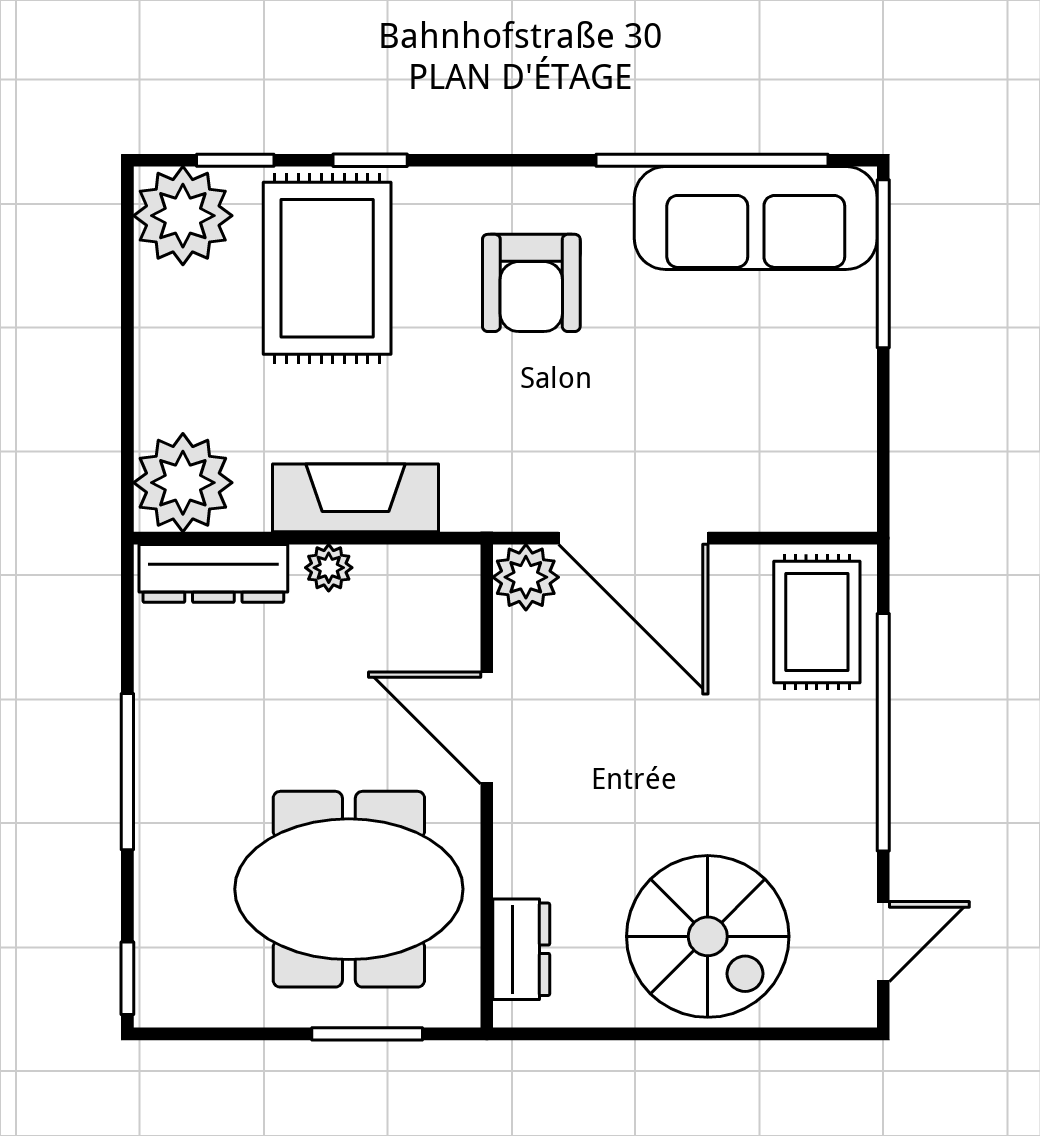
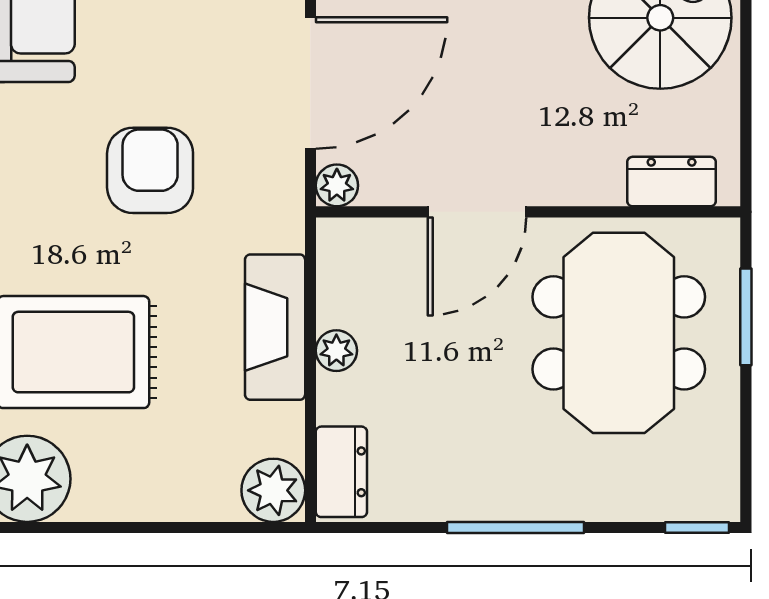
armchair: (531, 283) -> (150, 170), moved, turned -90
plant: (183, 483) -> (273, 490), width x0.73, depth x0.73
dresser: (213, 573) -> (341, 472), width x0.70
plant: (526, 577) -> (337, 185), width x0.73, depth x0.73

